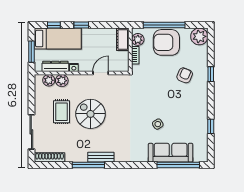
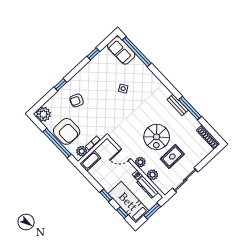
plant: (49, 80) -> (140, 162), moved
sliding door: (31, 132) -> (185, 180), moved
sofa: (171, 153) -> (121, 50), moved, width x0.73

